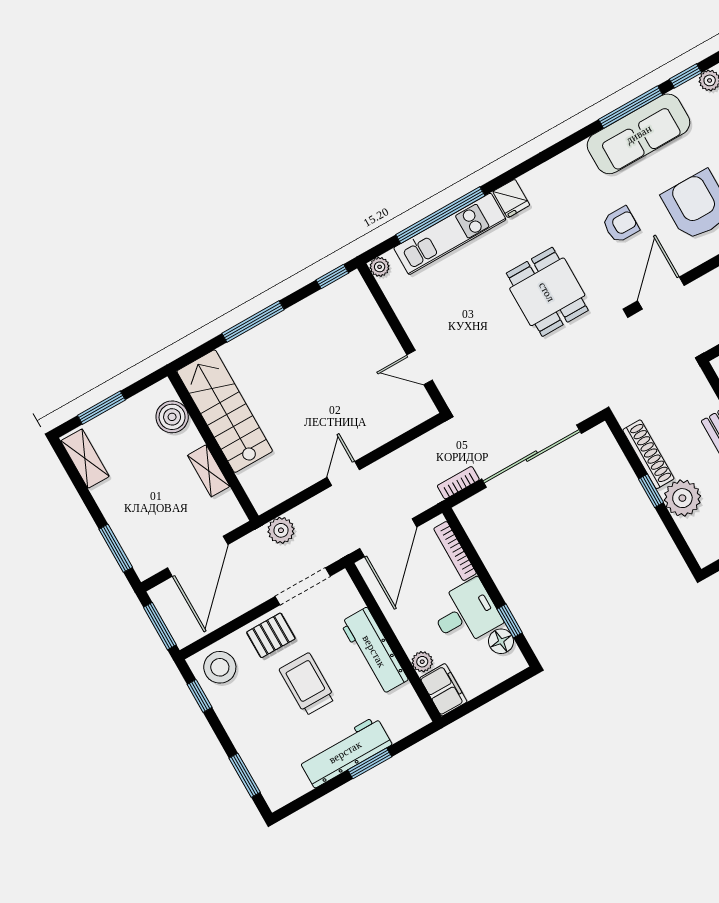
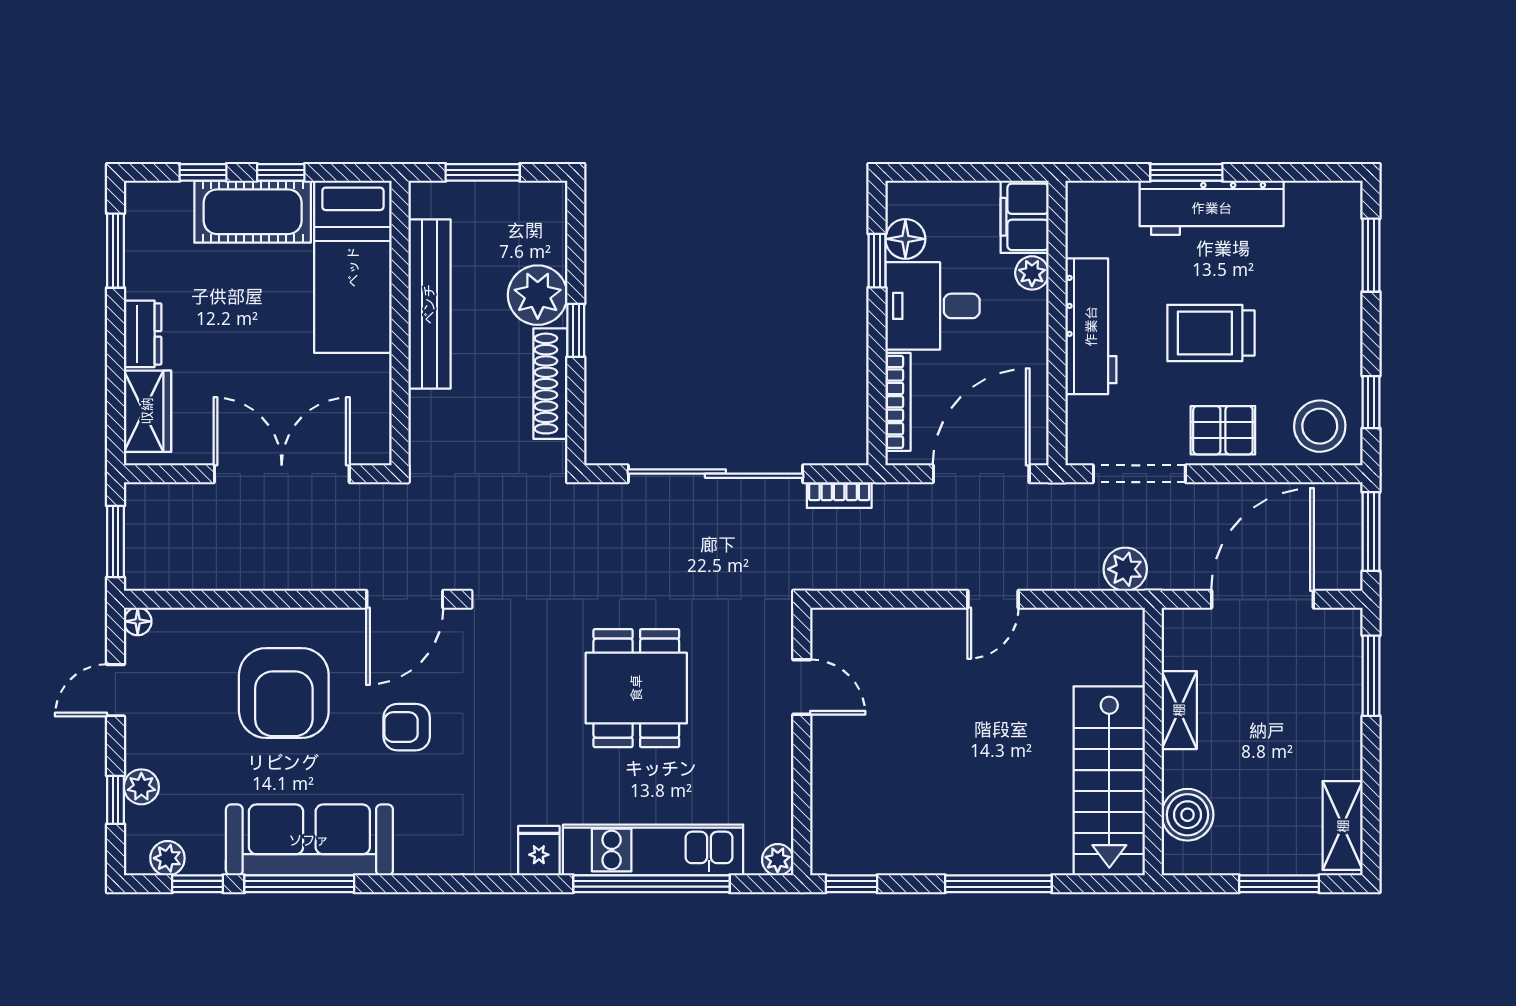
dining table: (547, 292) -> (636, 688), moved
trolley: (307, 684) -> (1211, 333), turned 90

